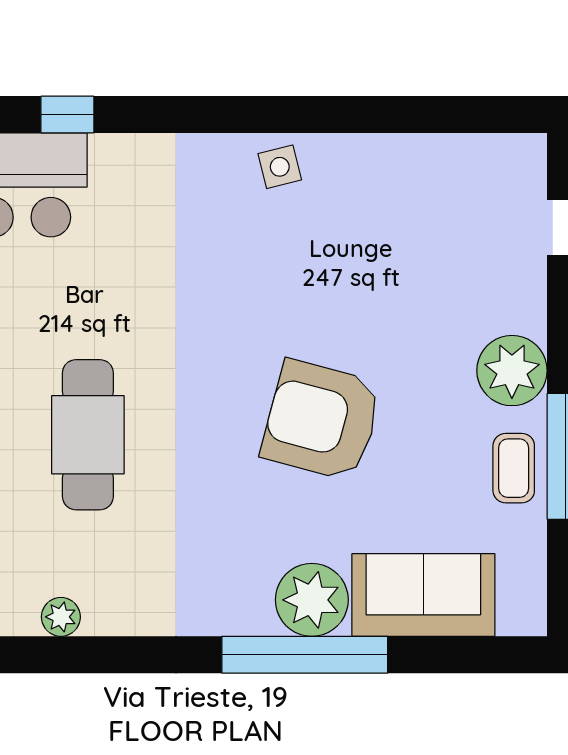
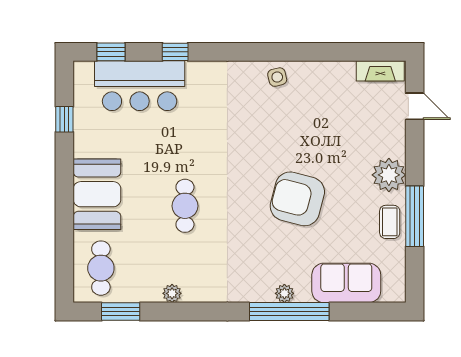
fireplace: (494, 154) -> (380, 71), added
cafe table: (88, 435) -> (185, 206), width x0.73, depth x0.74
plant: (312, 600) -> (284, 293), width x0.53, depth x0.53

